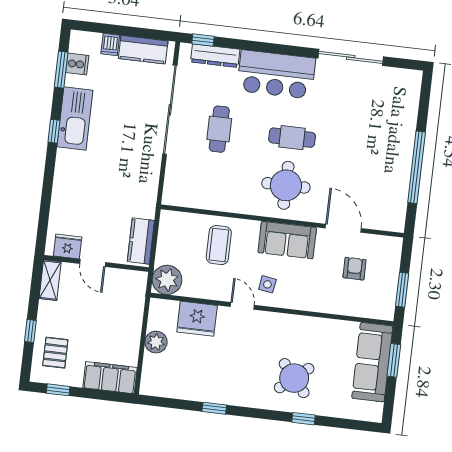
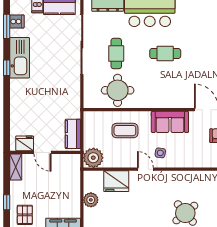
round table: (286, 185) -> (118, 90), moved
coffee table: (219, 245) -> (125, 131), turned 90

